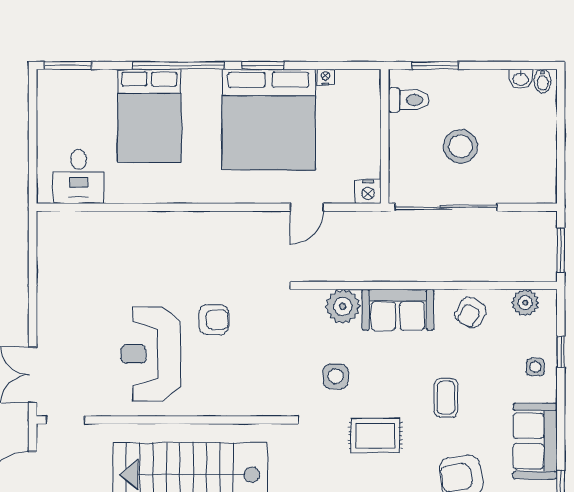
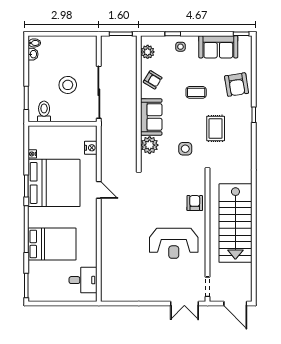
nightstand: (368, 192) -> (91, 148), moved
door: (307, 207) -> (99, 190), moved
armchair: (214, 320) -> (195, 203), moved

